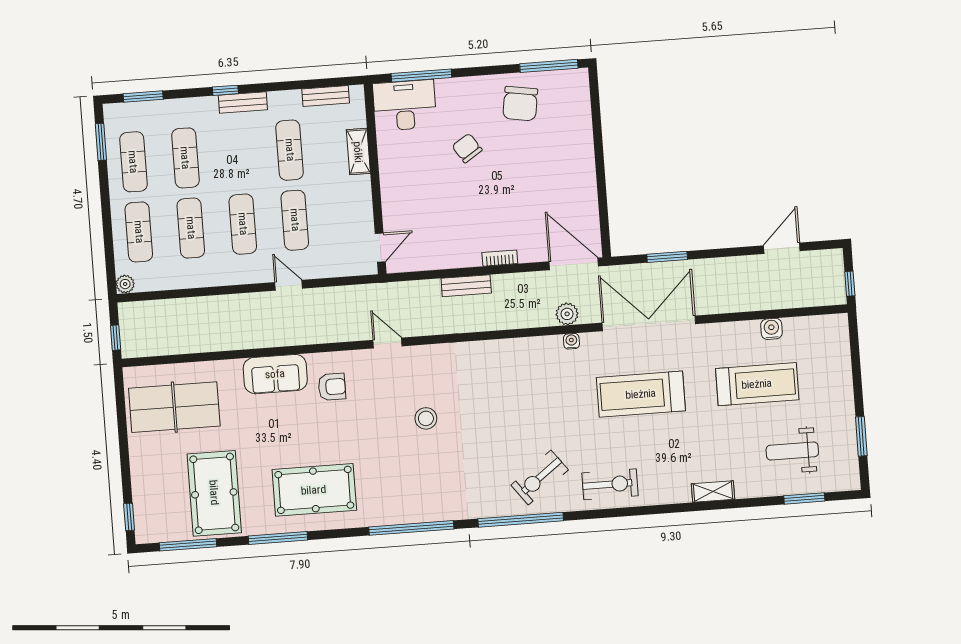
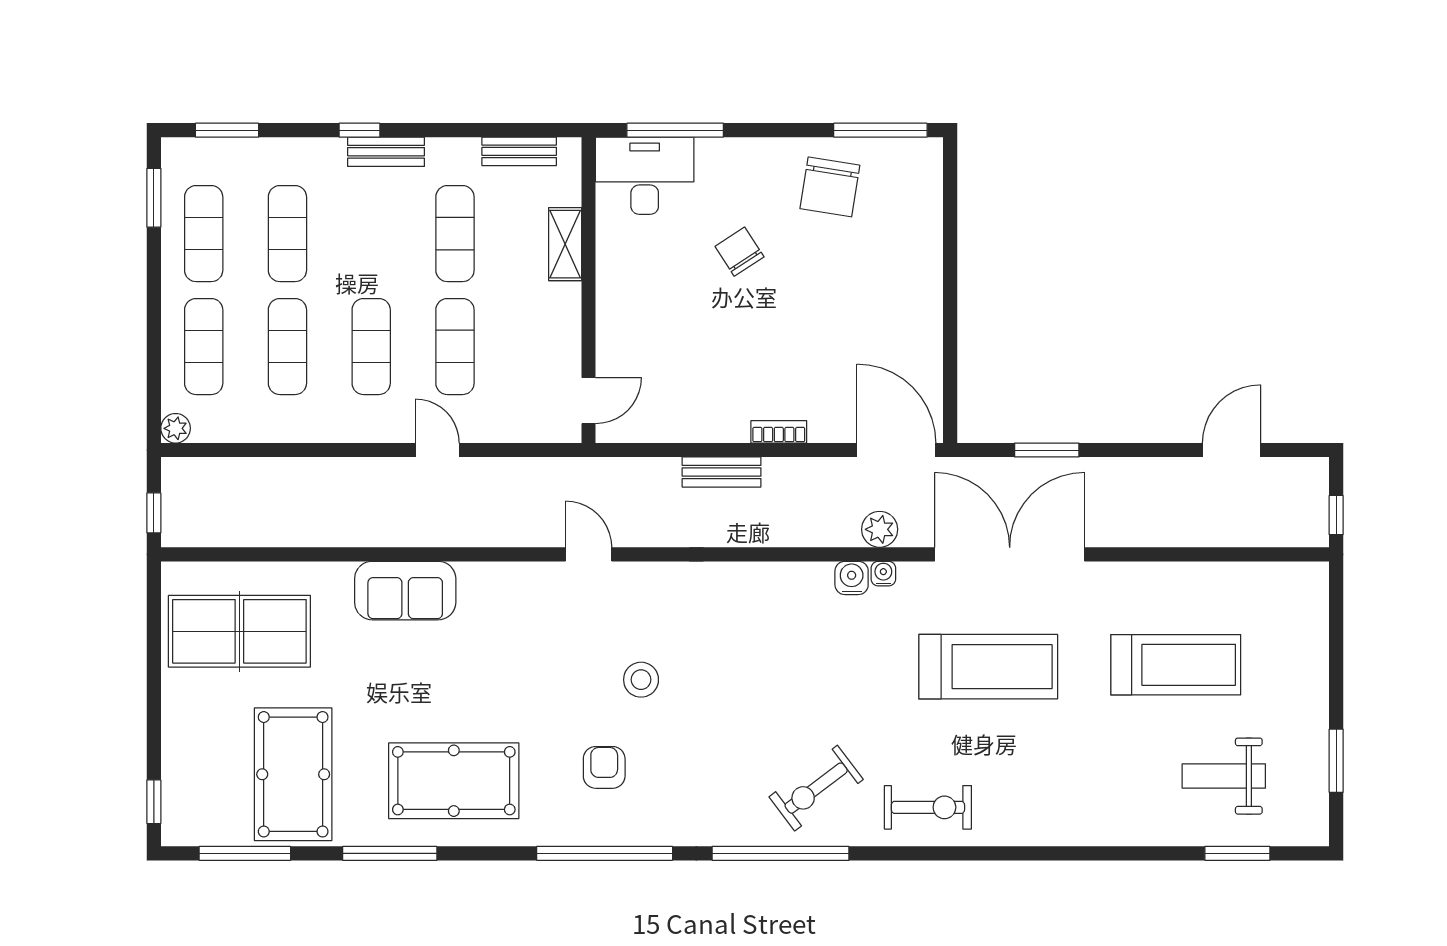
water cooler: (771, 329) -> (852, 578), moved
armchair: (332, 387) -> (604, 767), moved, turned -90
treadmill: (641, 394) -> (988, 667), turned 180
shelving: (713, 492) -> (1092, 831), removed

